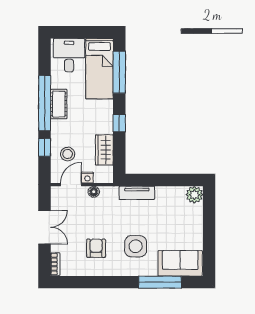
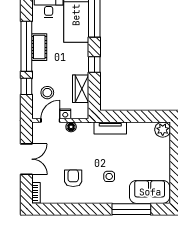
side table: (136, 246) -> (109, 176), width x0.54, depth x0.54

